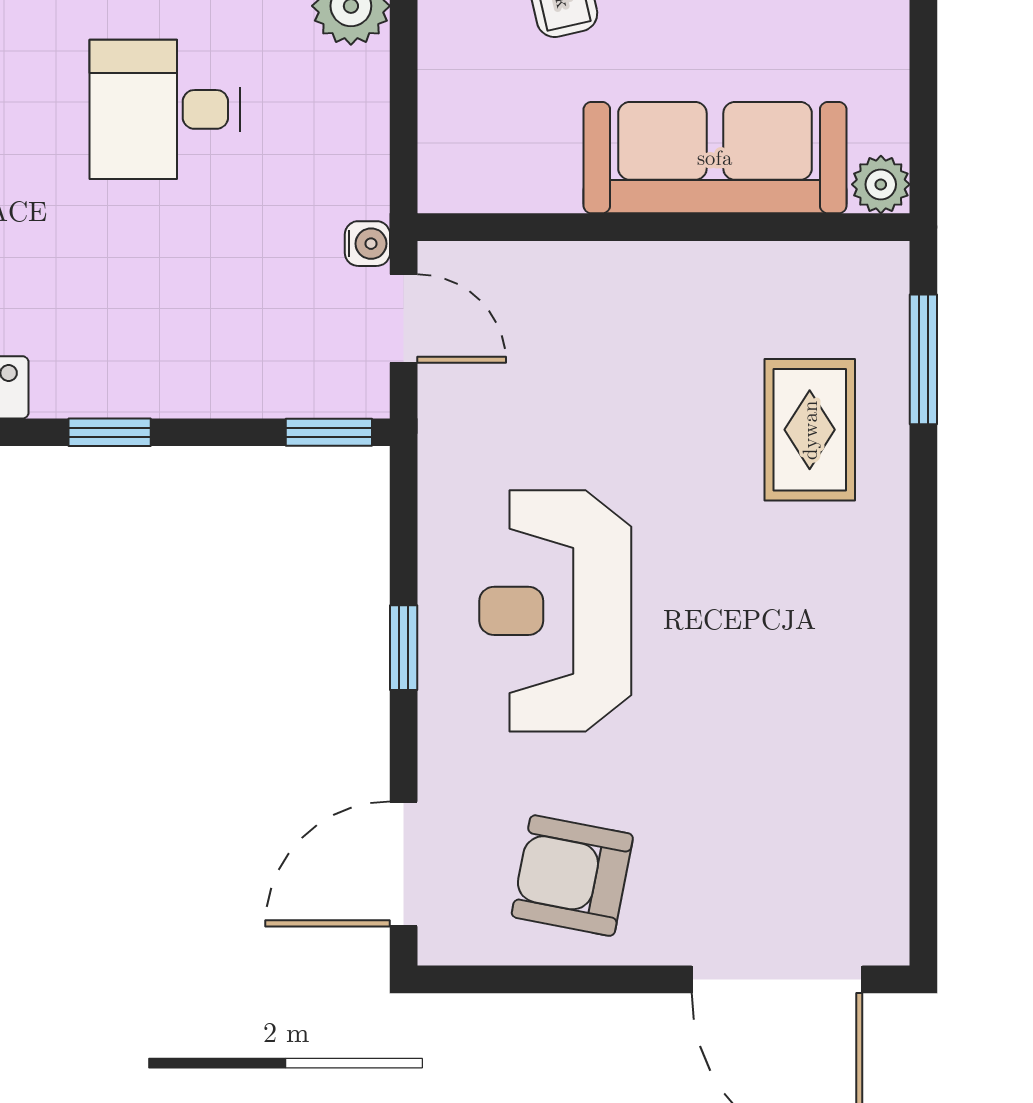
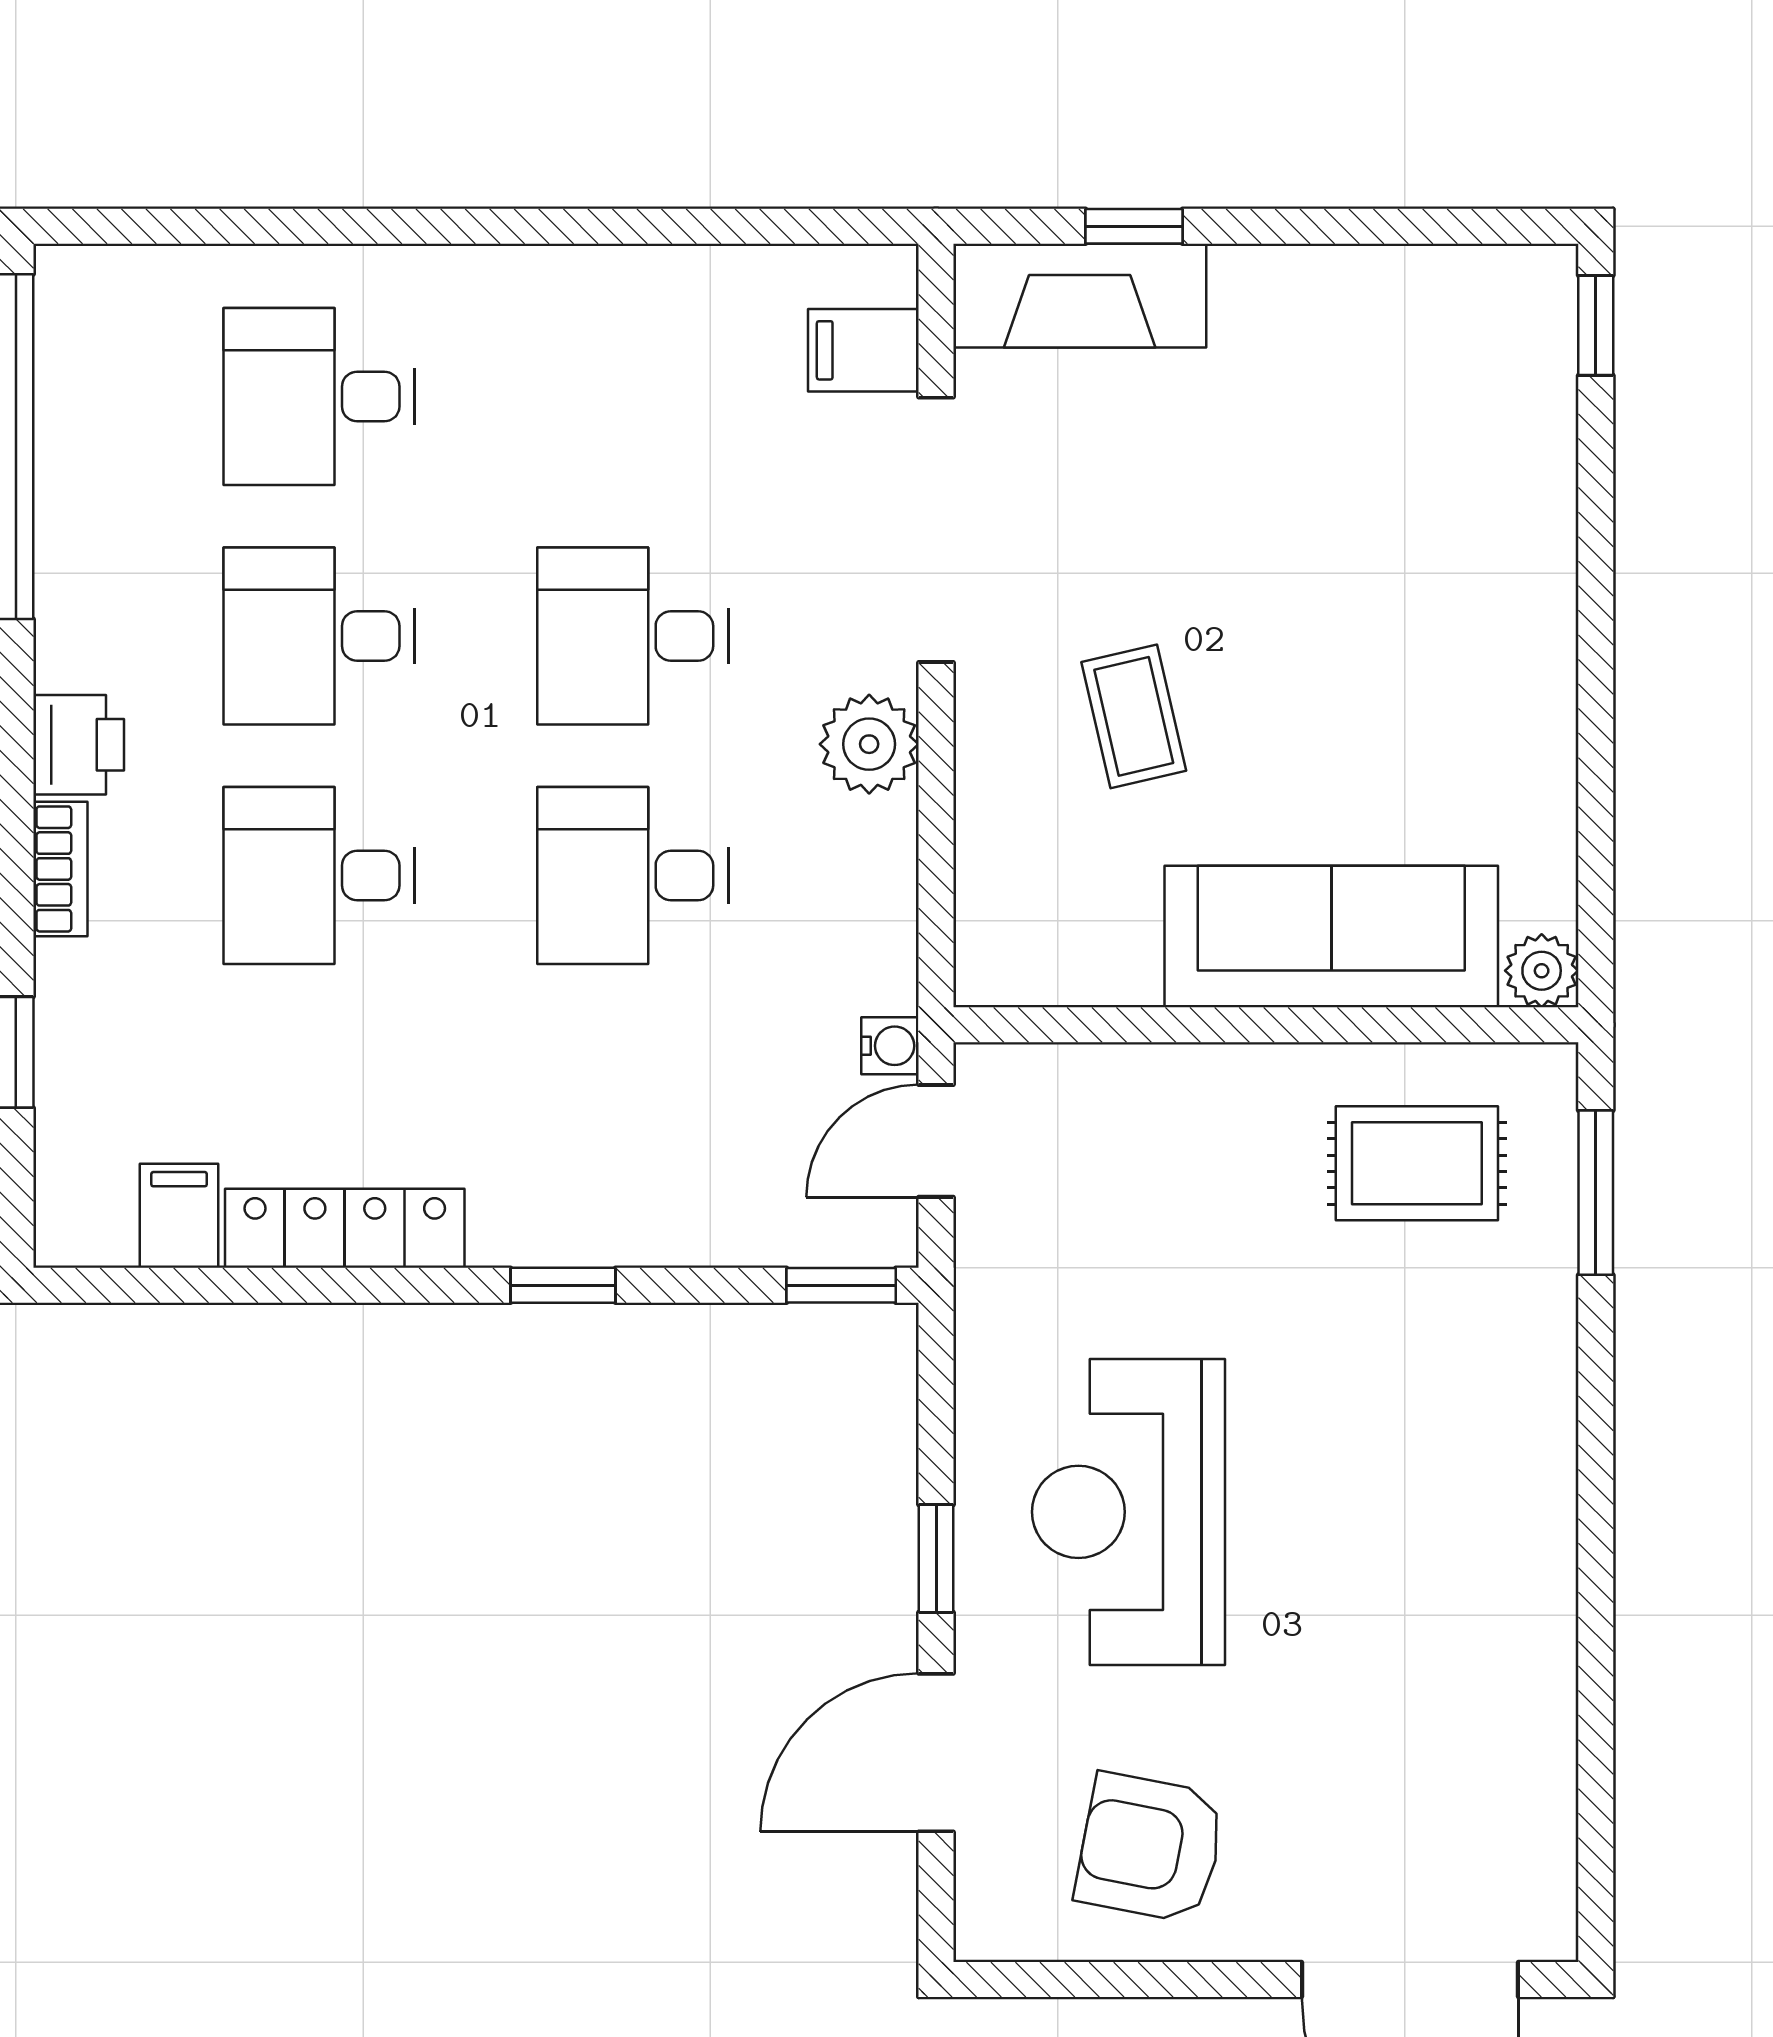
door: (404, 319) -> (936, 1141), swing flipped
rug: (810, 430) -> (1417, 1163), moved, turned 90
door: (404, 864) -> (936, 1753), moved

